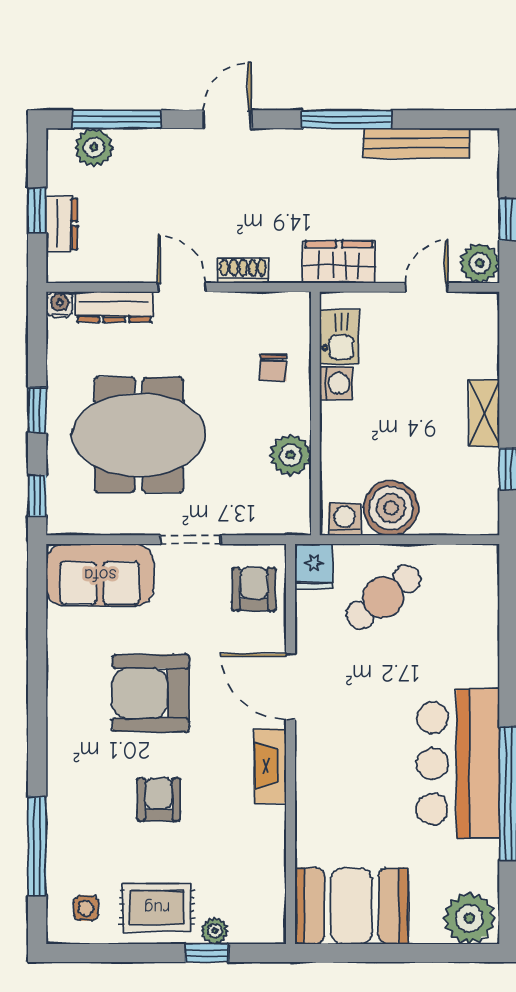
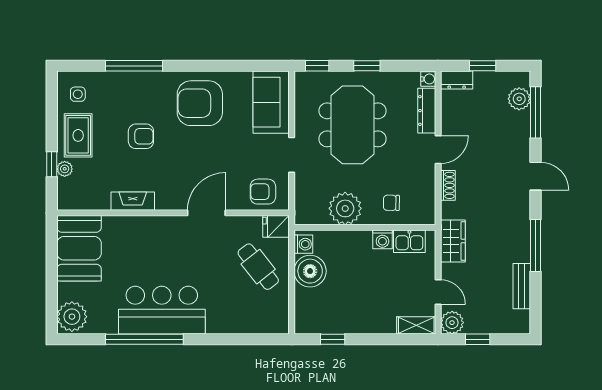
bench: (417, 143) -> (522, 286), width x0.73
dresser: (62, 224) -> (457, 80), moved
shelving: (484, 413) -> (416, 325), moved
plant: (290, 455) -> (345, 208), width x1.36, depth x1.36
armchair: (254, 589) -> (263, 192), turned 180
armchair: (151, 693) -> (200, 103), moved, turned -90
fireplace: (270, 766) -> (133, 201), moved
window: (37, 846) -> (134, 66), moved

